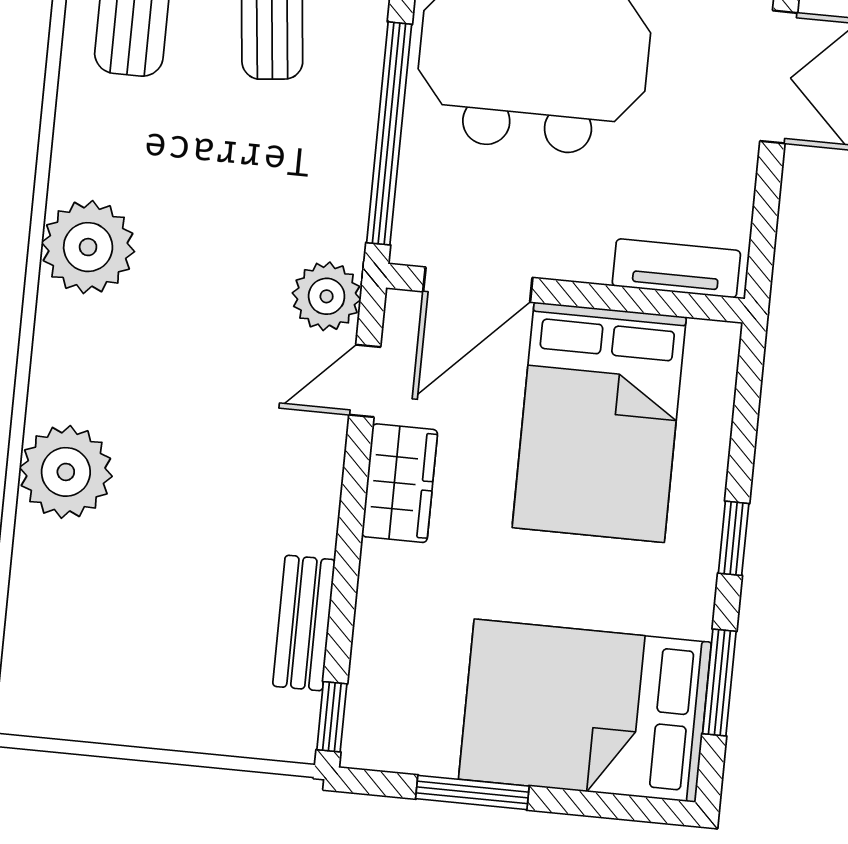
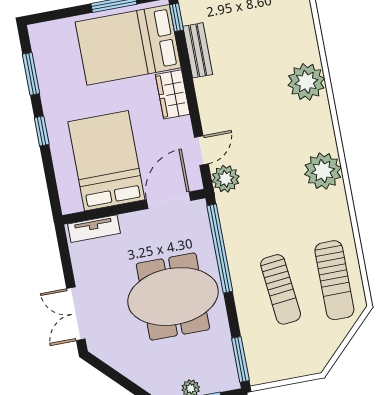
wardrobe: (400, 483) -> (173, 94), moved
bed: (585, 711) -> (128, 45), moved, turned 180

